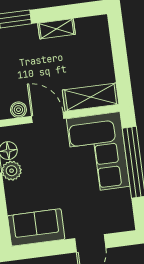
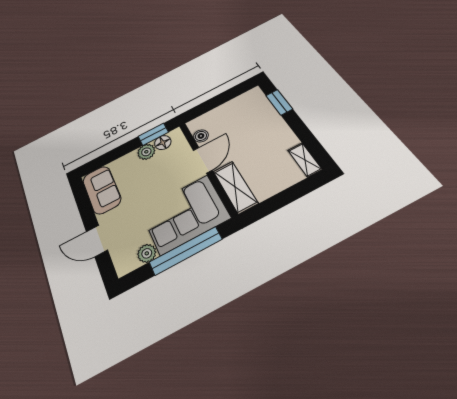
shelving: (57, 29) -> (305, 160), moved
plant: (122, 198) -> (147, 253), added

